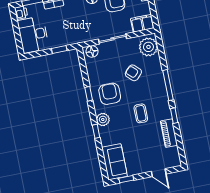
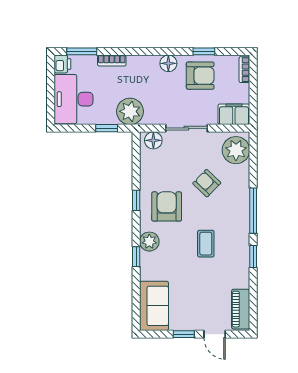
plant: (73, 35) -> (130, 111), added
piano: (169, 133) -> (241, 309), moved
window: (126, 179) -> (184, 334), moved

